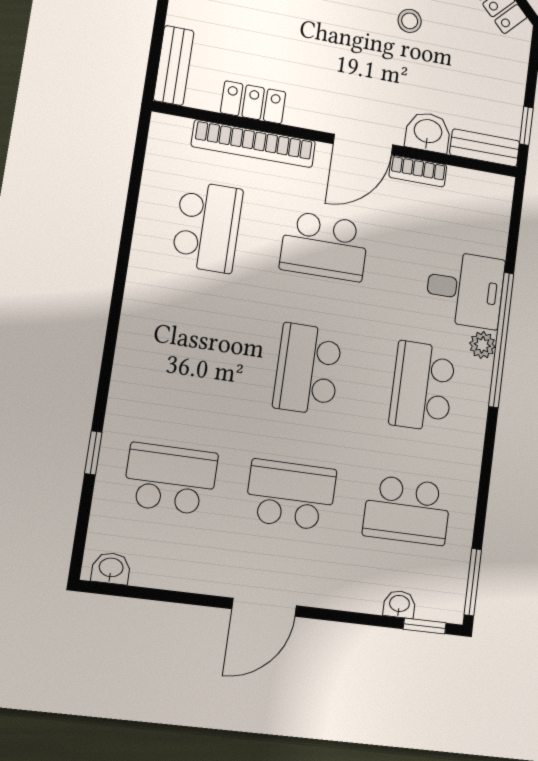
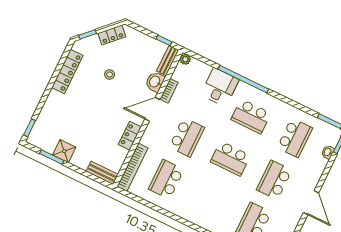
locker: (253, 102) -> (130, 136), moved
bookcase: (254, 144) -> (133, 167), moved
door: (363, 144) -> (152, 109), swing flipped
school desk: (207, 227) -> (166, 179), turned -90
plant: (482, 345) -> (185, 59), moved

